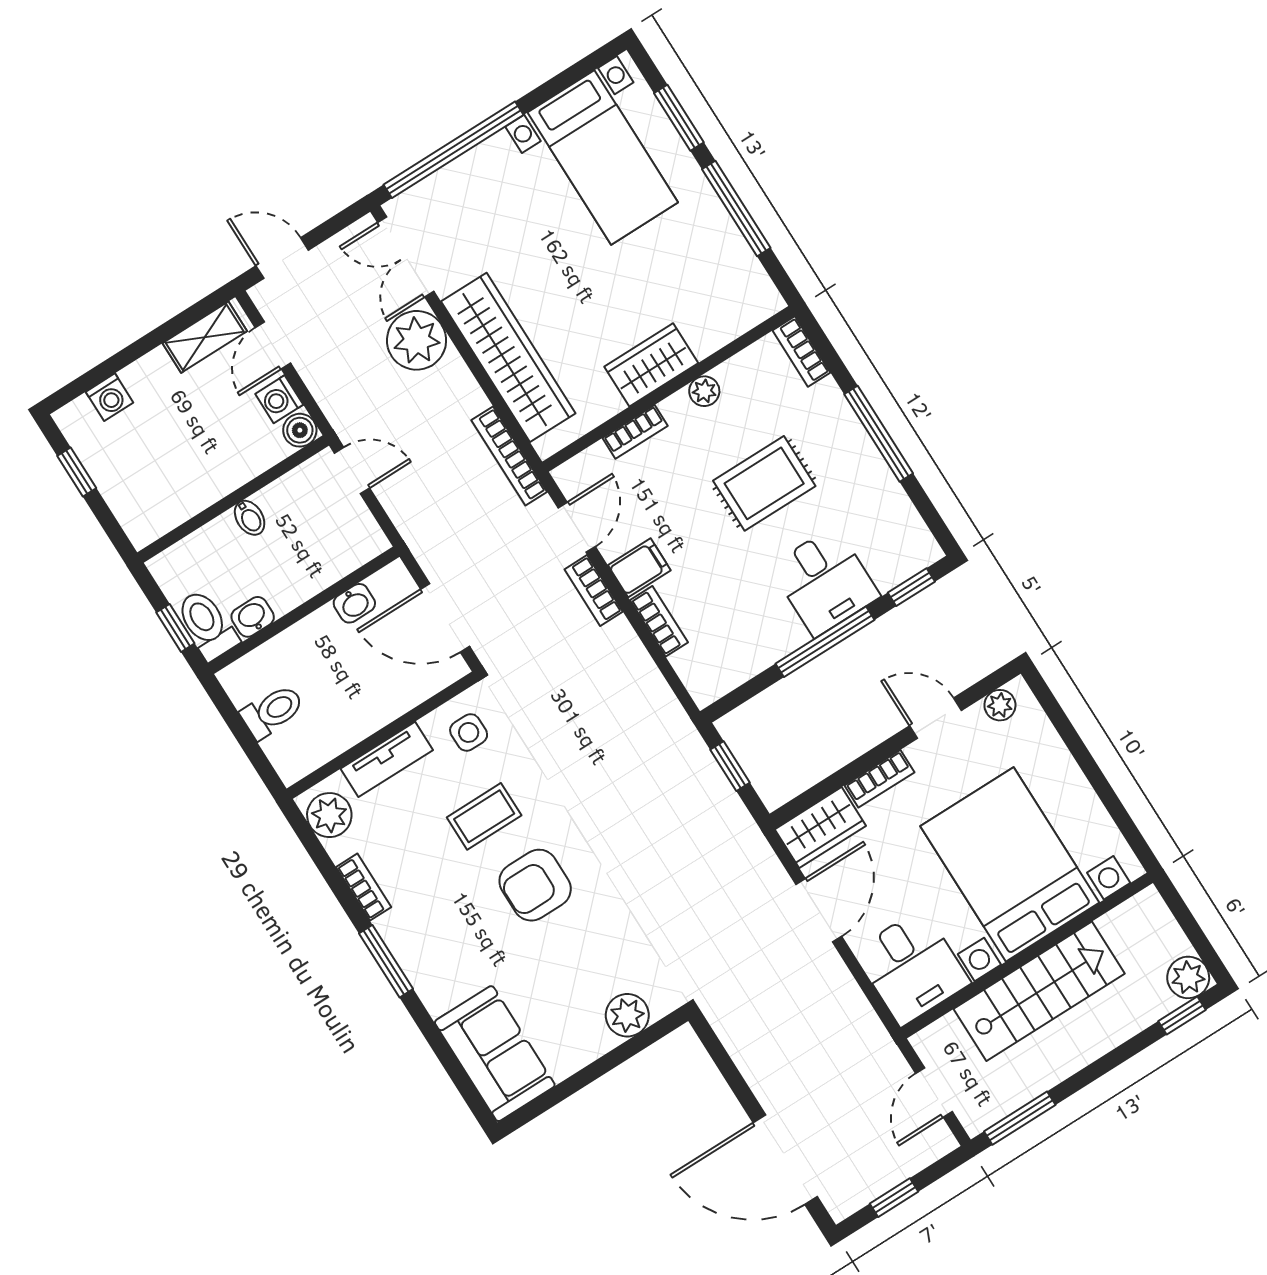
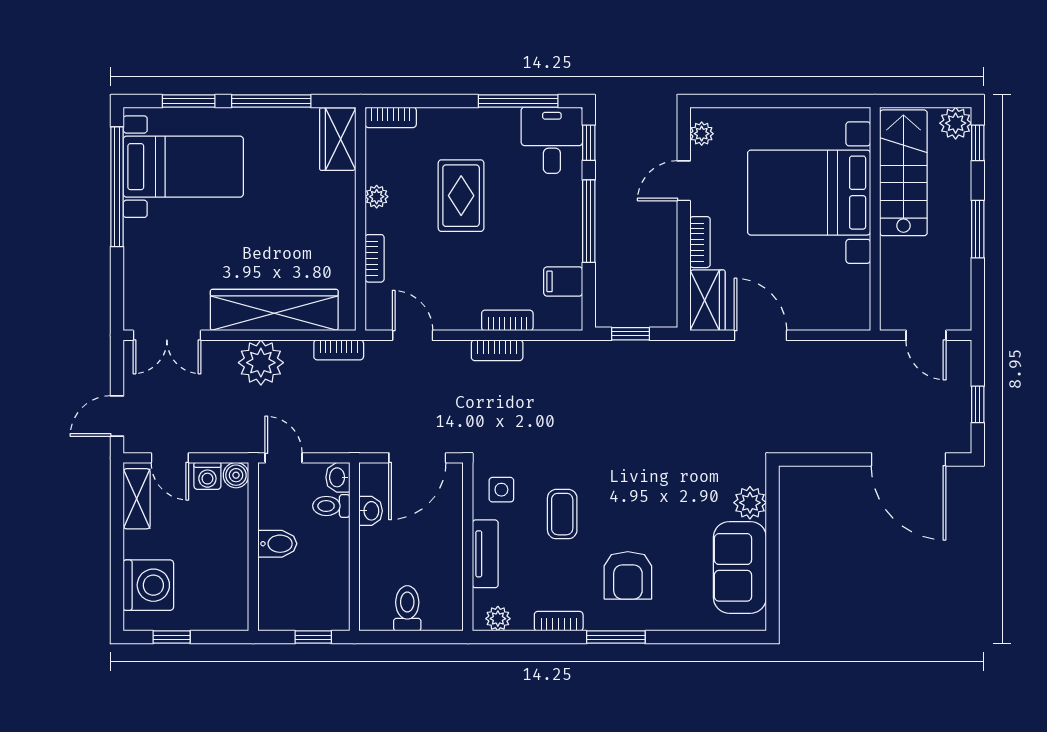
window: (454, 150) -> (117, 187), moved
plant: (417, 340) -> (261, 363), moved
wardrobe: (651, 365) -> (338, 139), moved
washing machine: (109, 397) -> (148, 585), width x1.89, depth x1.89
window: (879, 434) -> (518, 101), moved
bookcase: (509, 456) -> (339, 350), width x0.64
door: (352, 471) -> (284, 458), hinge flipped
bidet: (250, 518) -> (277, 544), width x1.38, depth x1.36
filing cabinet: (639, 568) -> (563, 281), moved, turned -90
desk: (825, 581) -> (552, 140), moved, turned -90
bookcase: (594, 590) -> (497, 350), moved
washbasin: (253, 617) -> (338, 477), moved
toilet: (207, 625) -> (331, 506), moved, width x0.73, depth x0.72
plant: (329, 815) -> (498, 619), width x0.73, depth x0.73
armchair: (535, 885) -> (628, 575), moved
desk: (912, 967) -> (835, 298), removed
stairs: (1039, 991) -> (903, 173), moved
sofa: (495, 1054) -> (740, 567), moved, turned -90
window: (1020, 1118) -> (978, 229), moved
door: (785, 1160) -> (908, 459), hinge flipped

